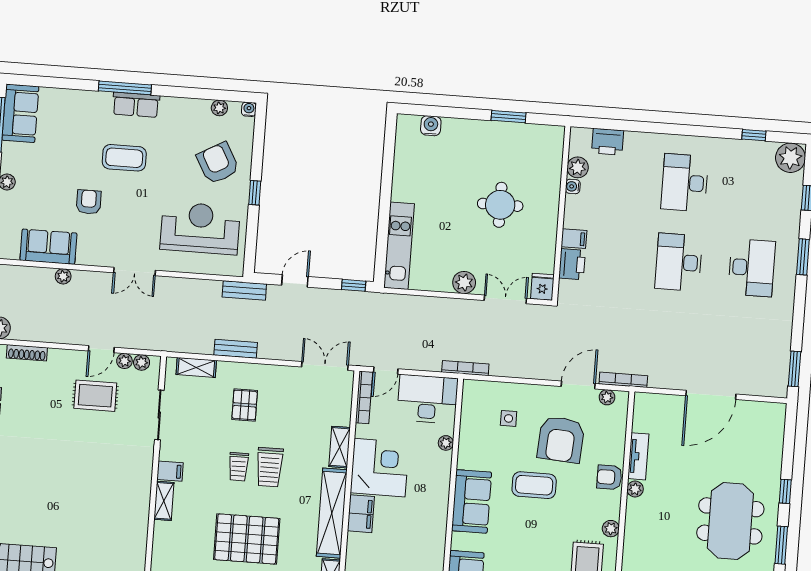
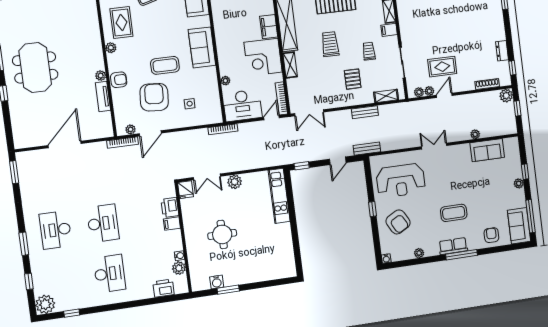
plant: (219, 108) -> (419, 253), moved
water cooler: (431, 126) -> (217, 282), moved
armchair: (89, 202) -> (491, 235), moved, turned 180
trolley: (238, 467) -> (369, 51), moved

